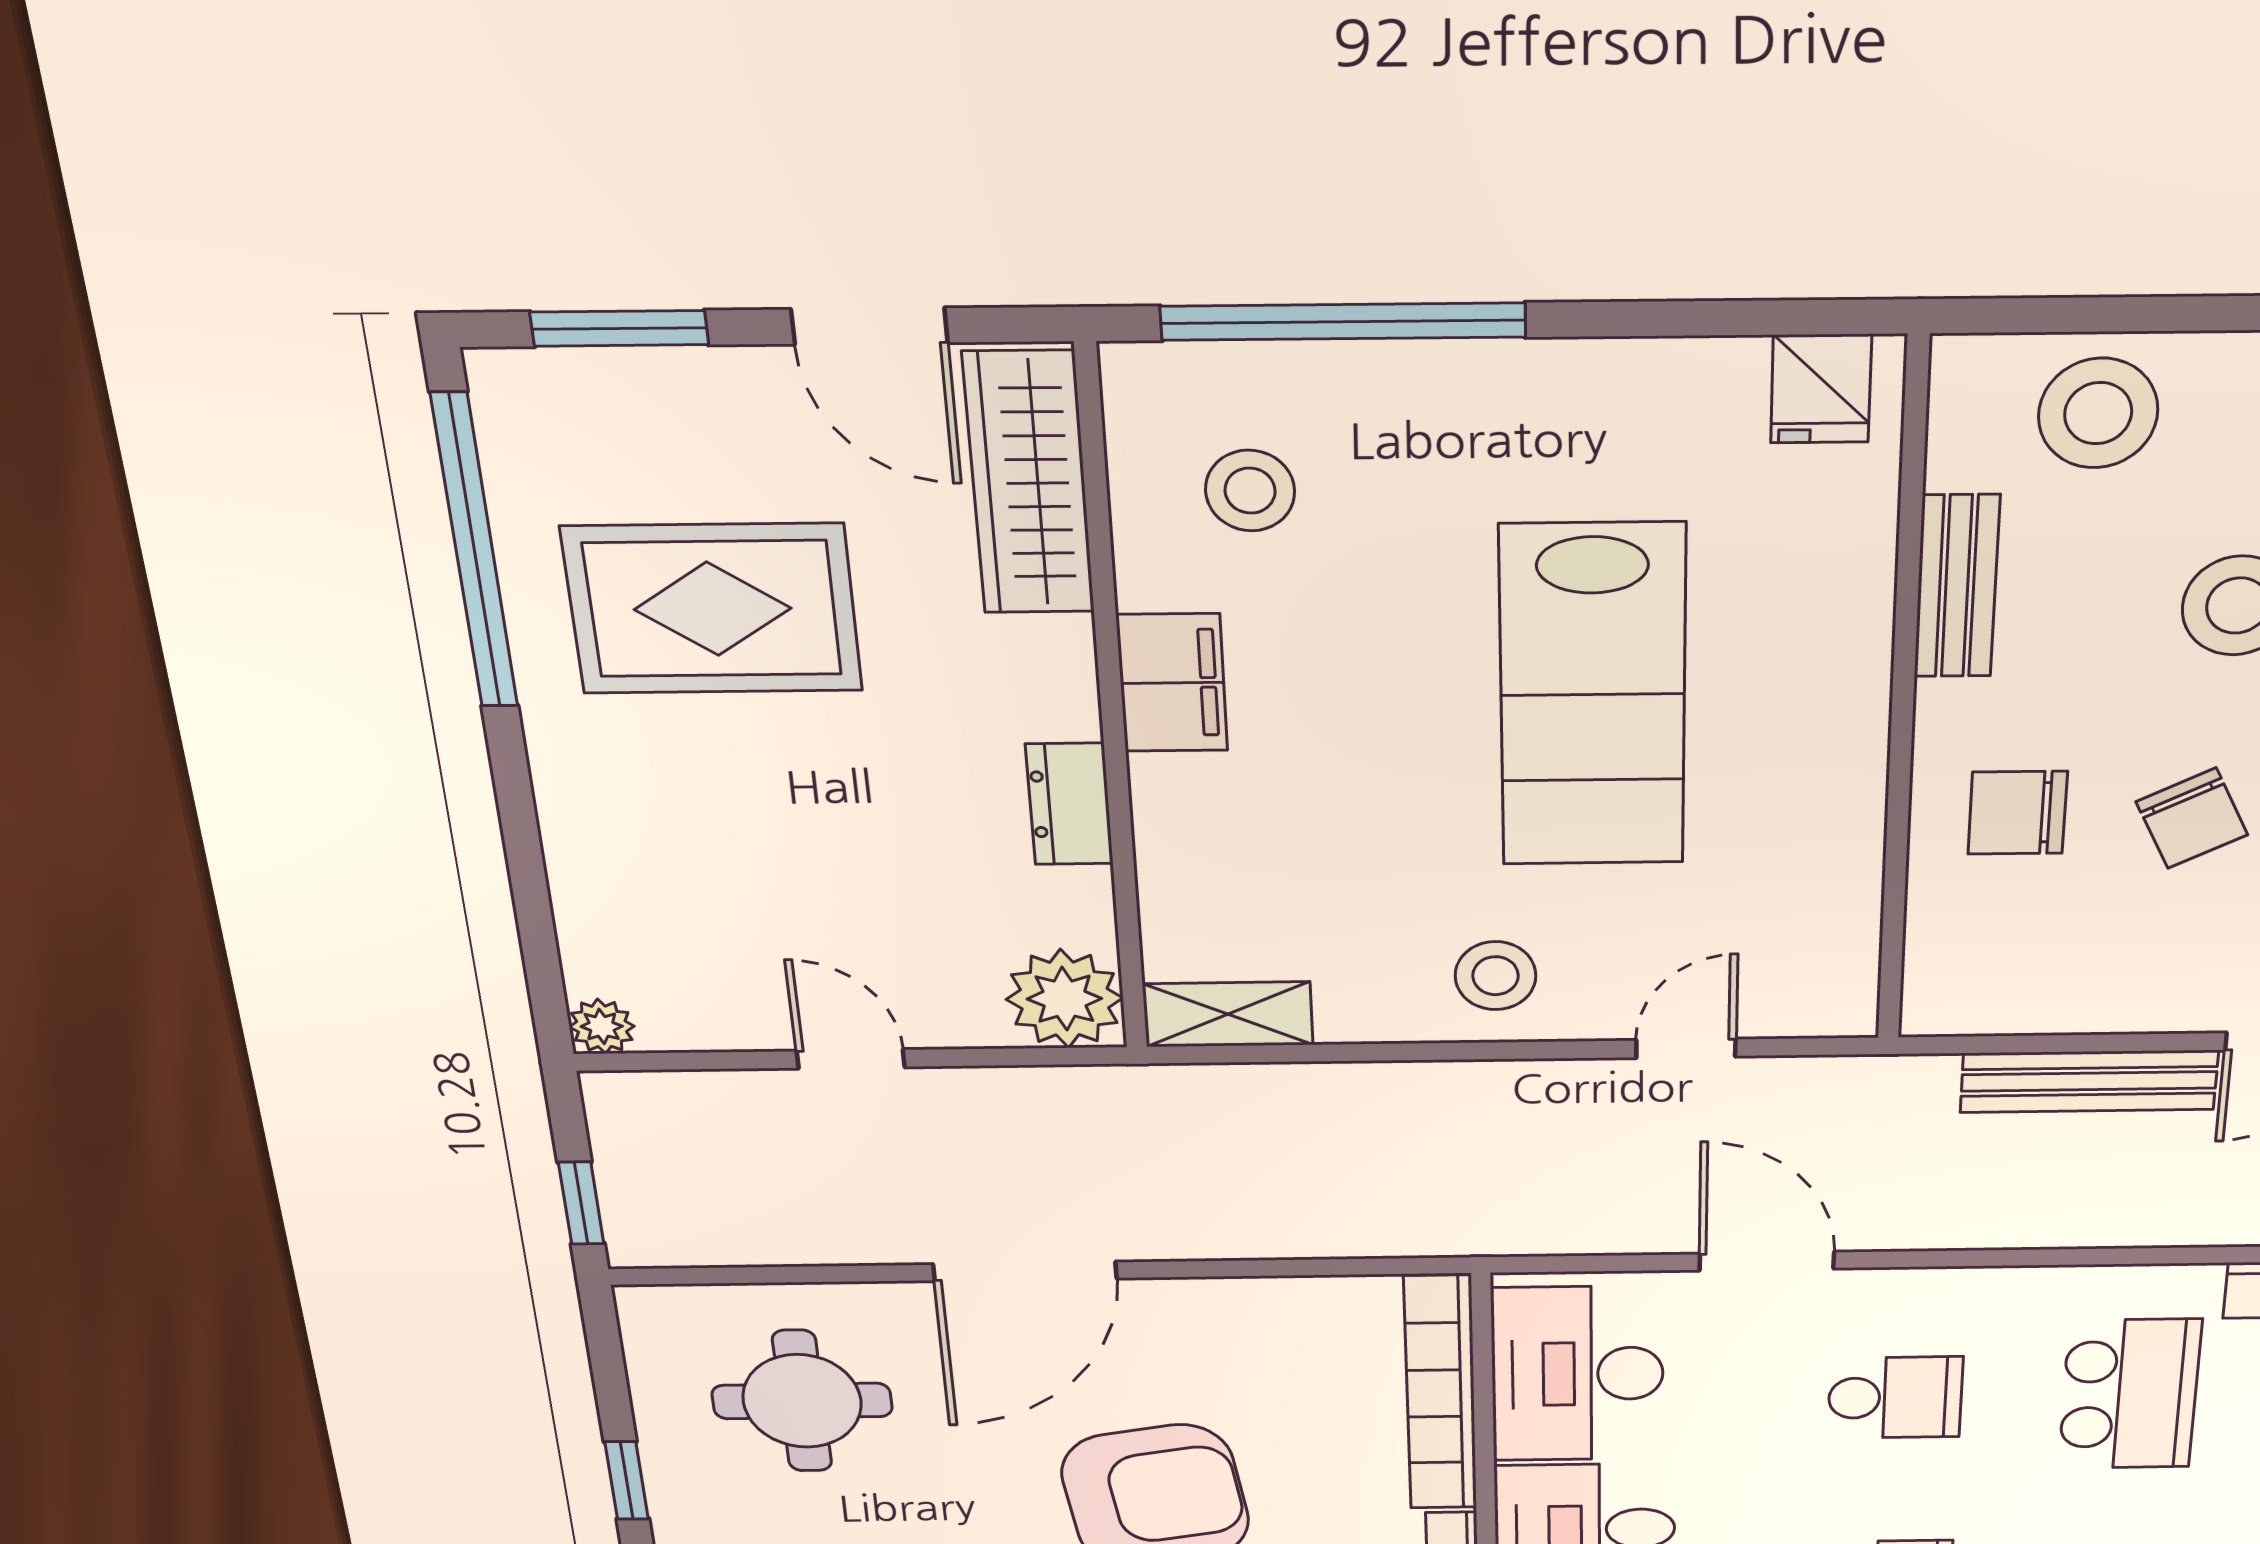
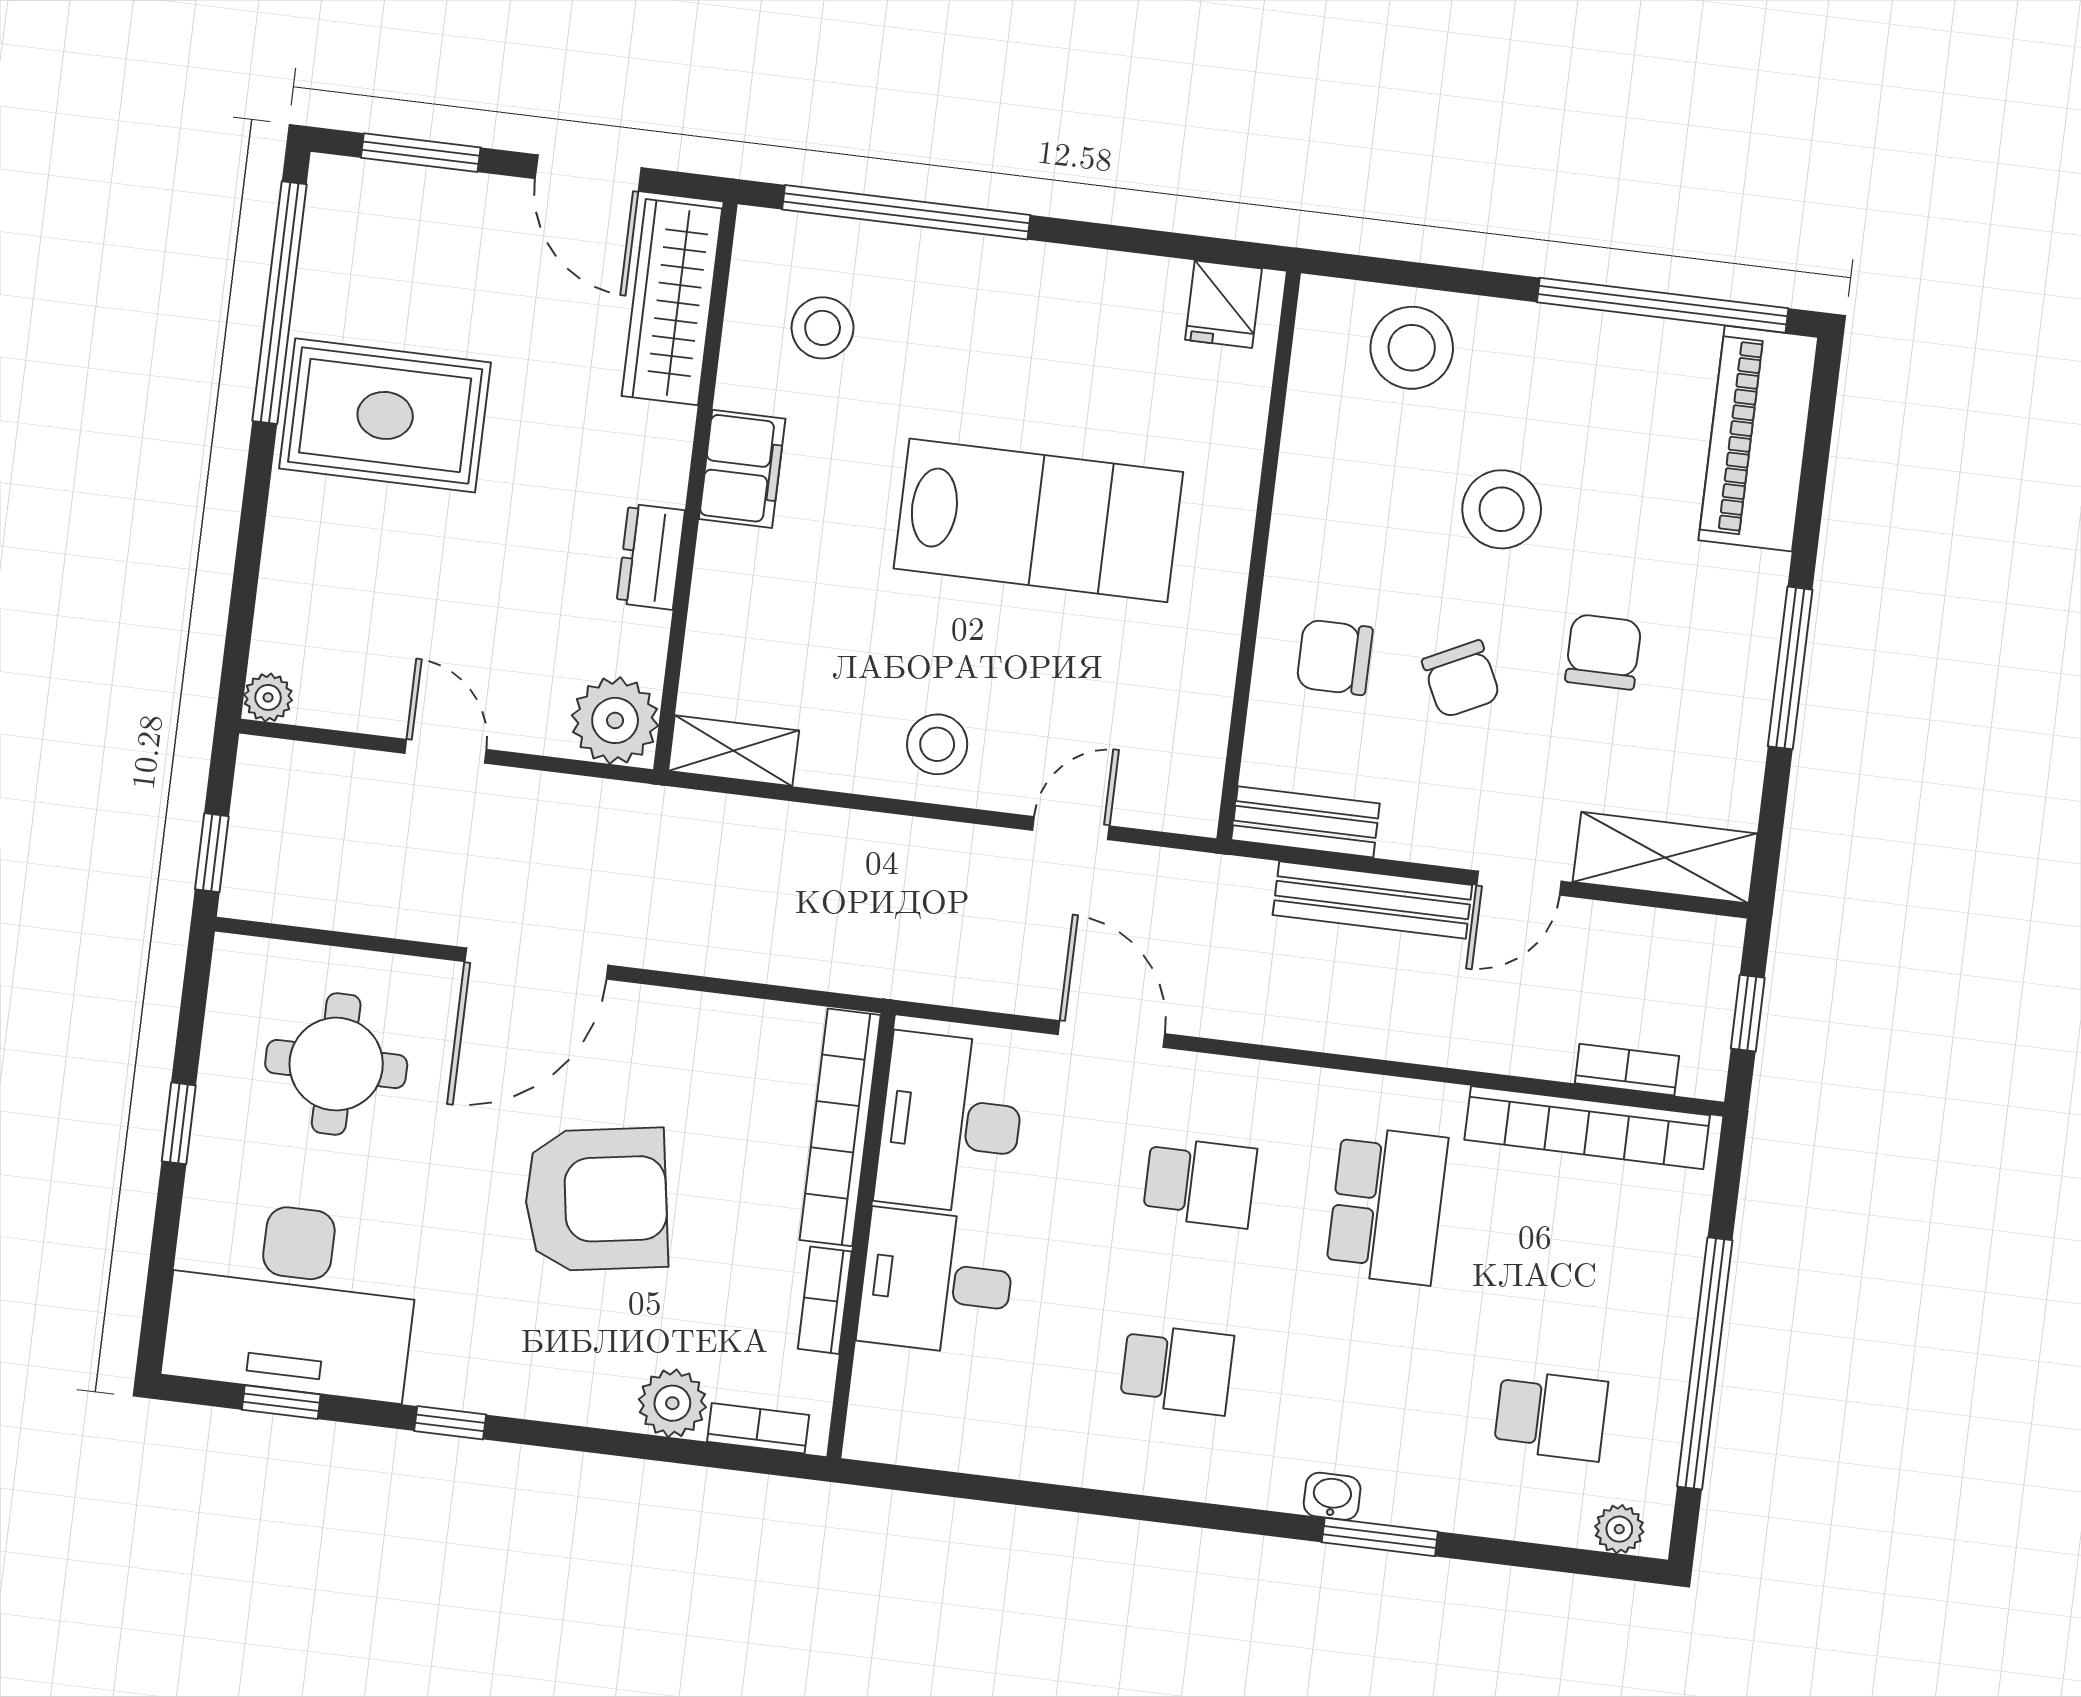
bench: (1957, 586) -> (1305, 822), moved, turned 90
rug: (713, 609) -> (385, 415), moved
lab bench: (1593, 697) -> (1038, 520), turned -90

